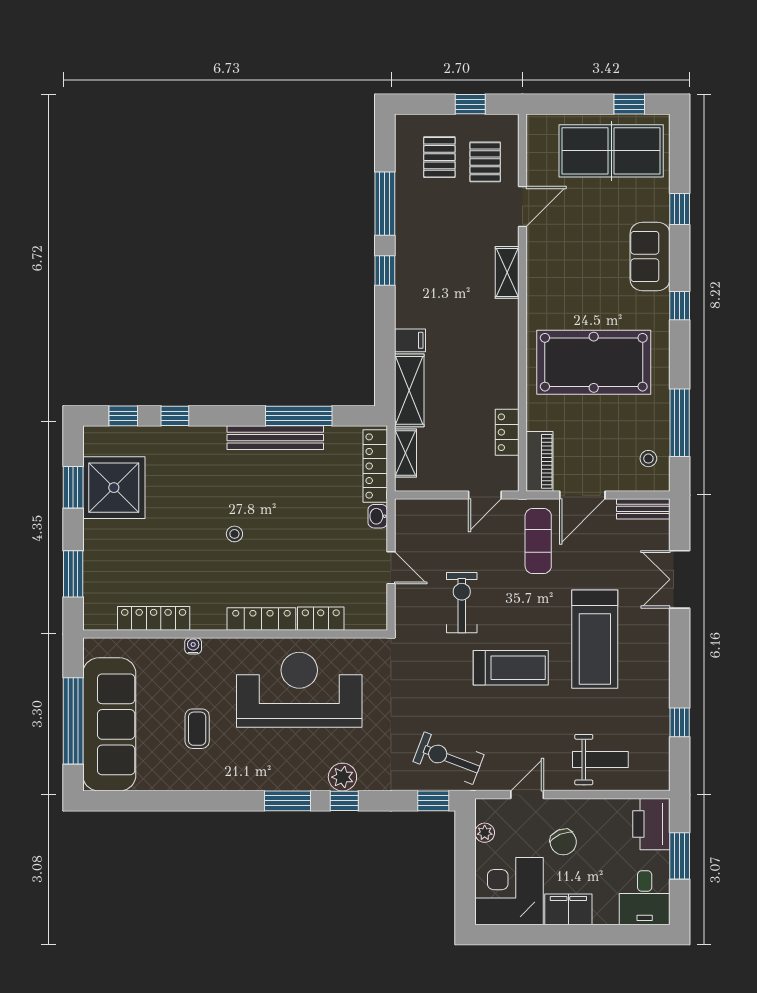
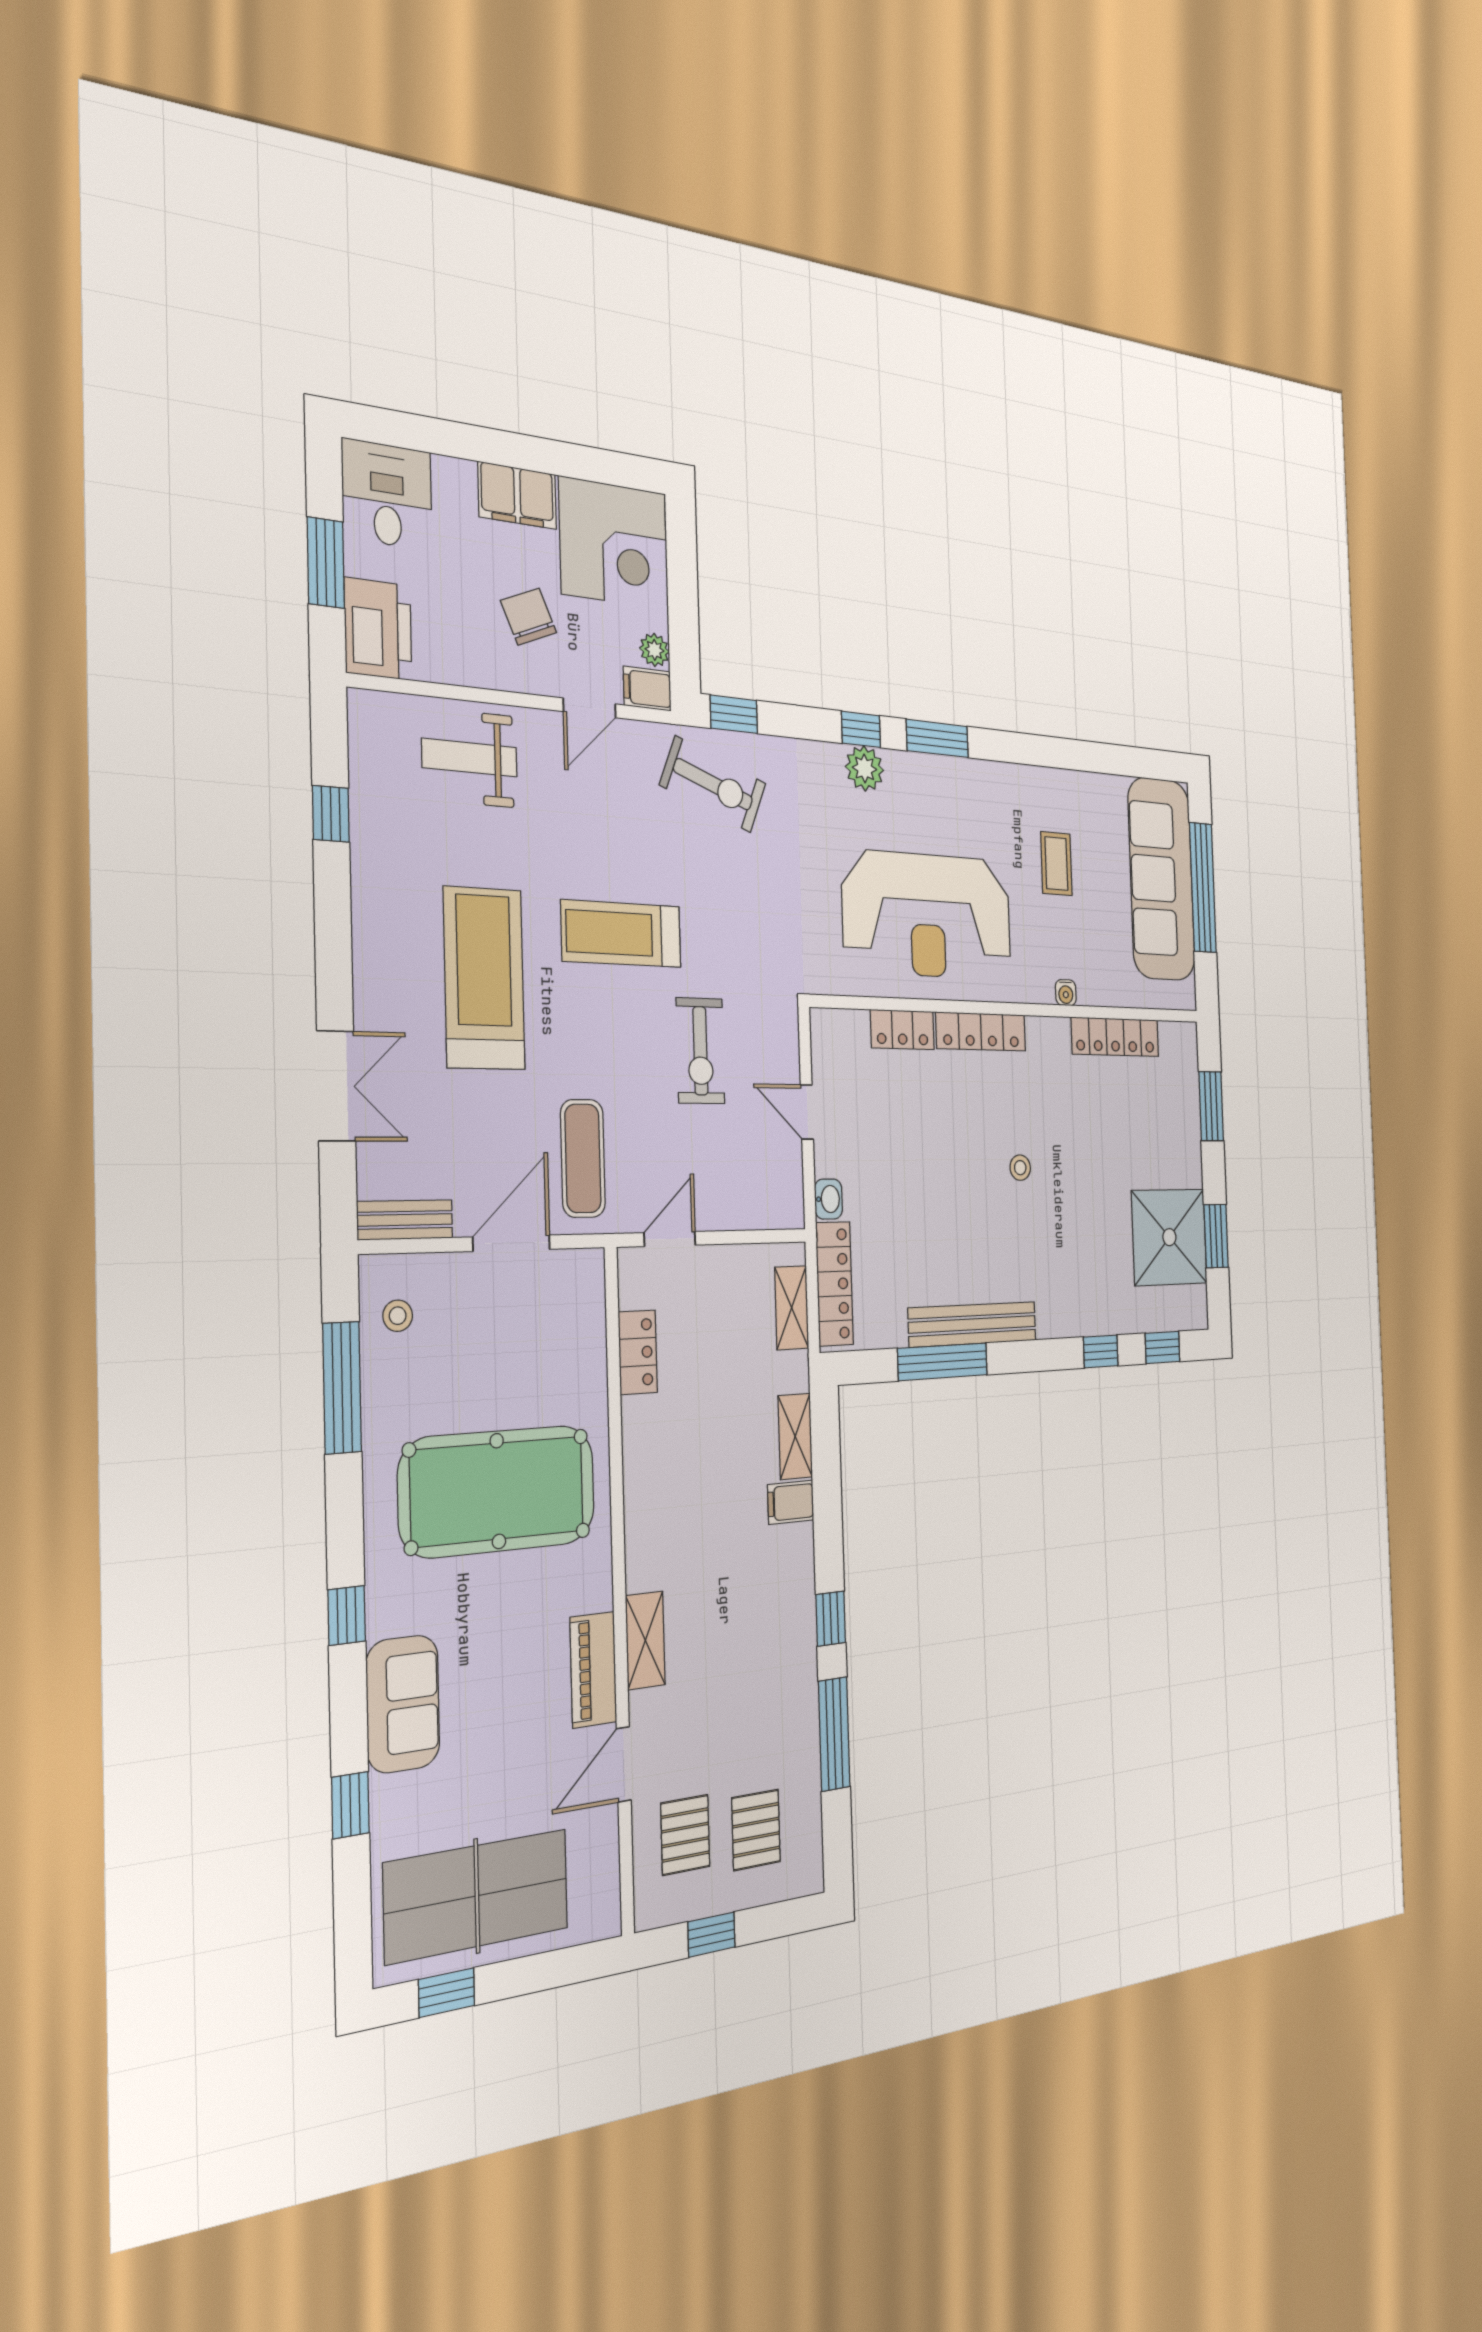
shelving: (409, 390) -> (795, 1436), width x0.67, depth x0.75
piano: (540, 461) -> (593, 1670), moved
filing cabinet: (490, 810) -> (647, 689), added

